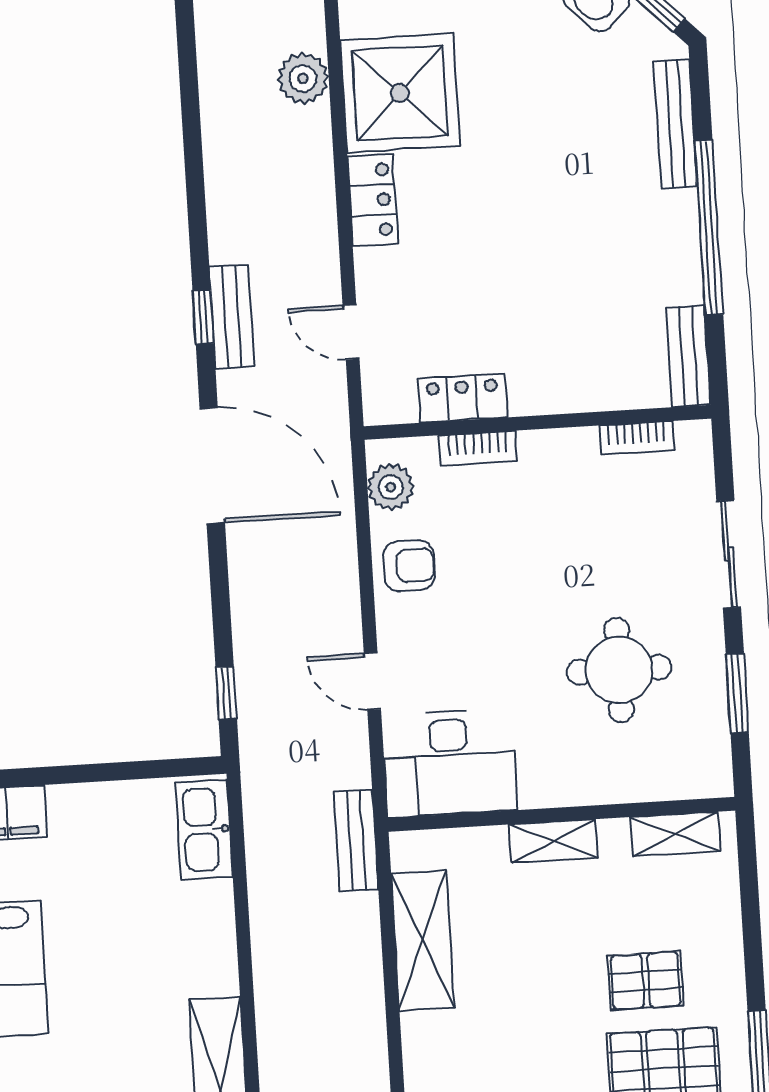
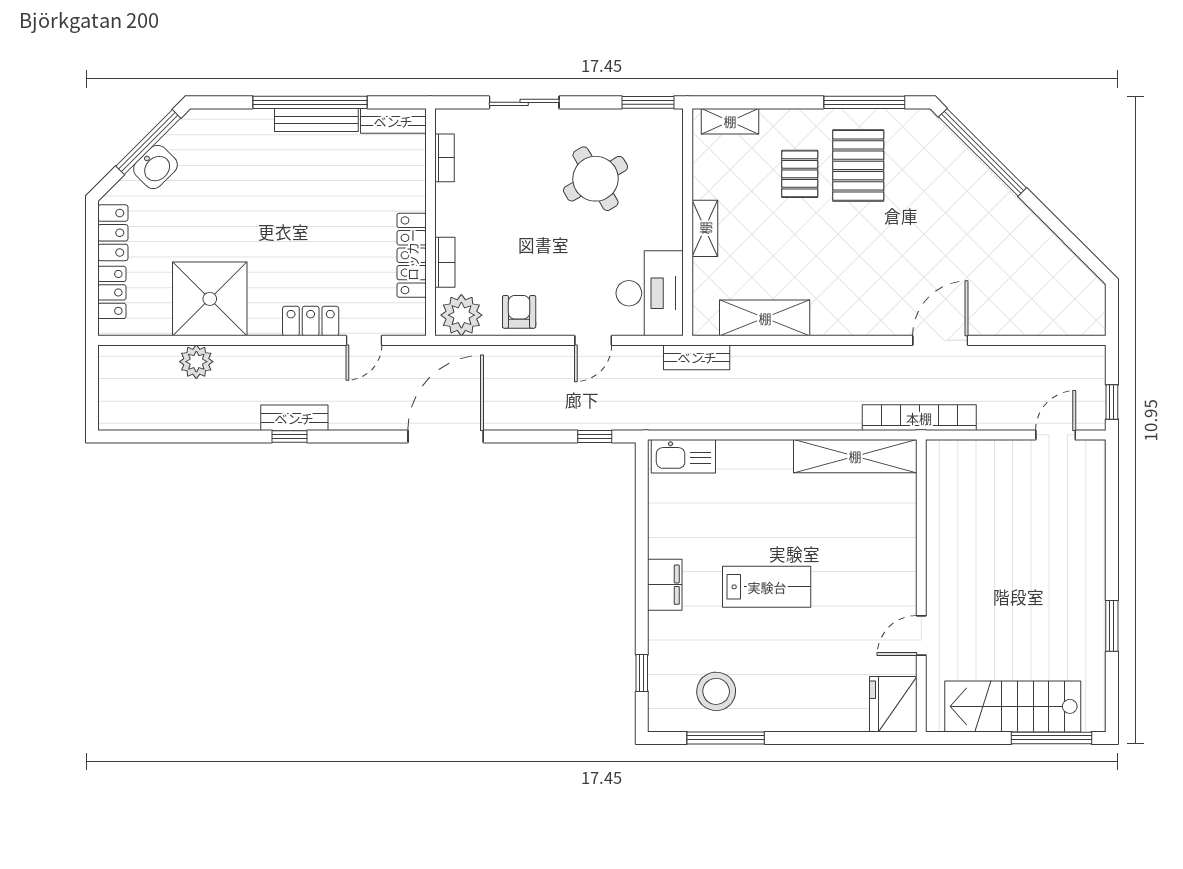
bench: (675, 124) -> (316, 120), moved
locker: (373, 200) -> (311, 321), moved
bench: (232, 316) -> (294, 418), moved
window: (203, 317) -> (290, 436), moved
locker: (462, 398) -> (412, 255), width x1.53
plant: (391, 487) -> (461, 315), width x1.36, depth x1.36
round table: (619, 670) -> (596, 179), turned -30
window: (737, 693) -> (648, 102), moved
shelving: (675, 834) -> (730, 121), moved, turned 90

